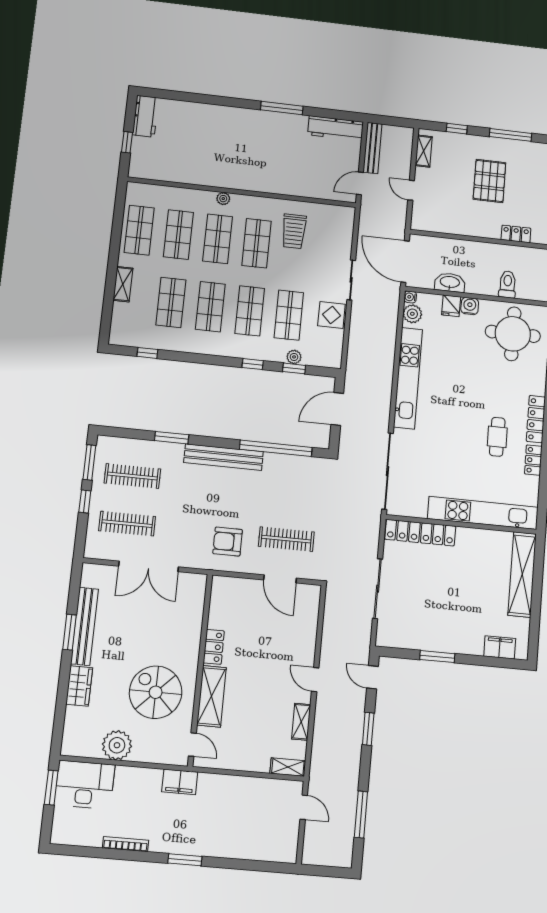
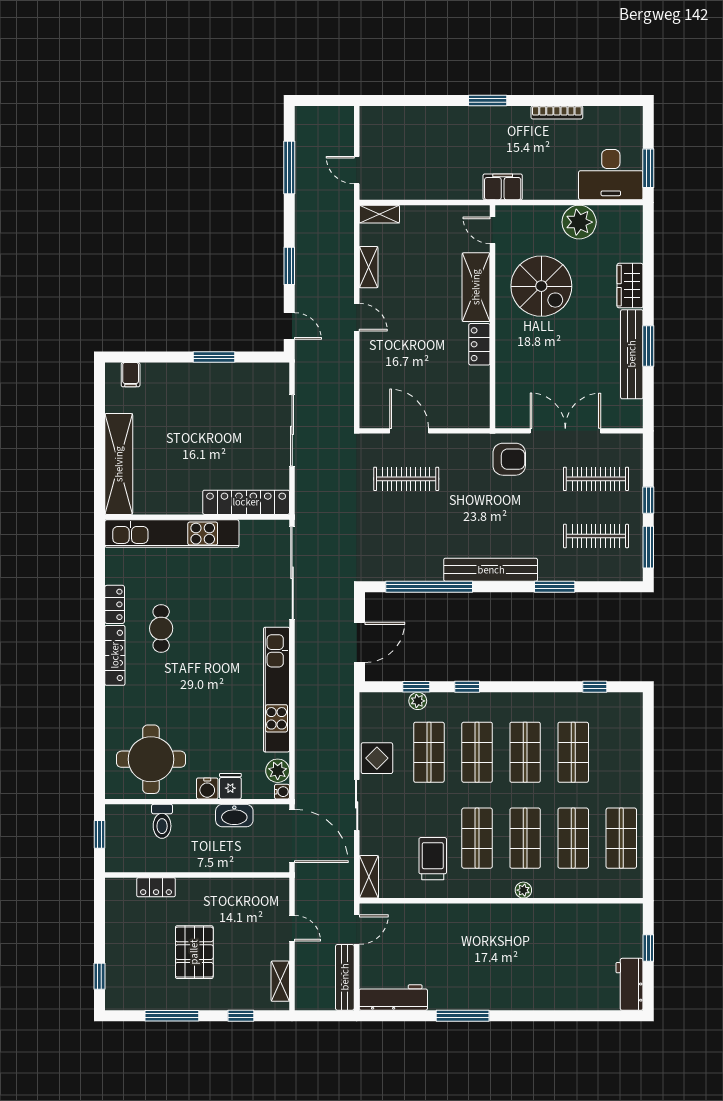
shelving: (123, 284) -> (369, 877), moved
armchair: (228, 542) -> (509, 459), moved
filing cabinet: (500, 647) -> (131, 375), width x0.50

